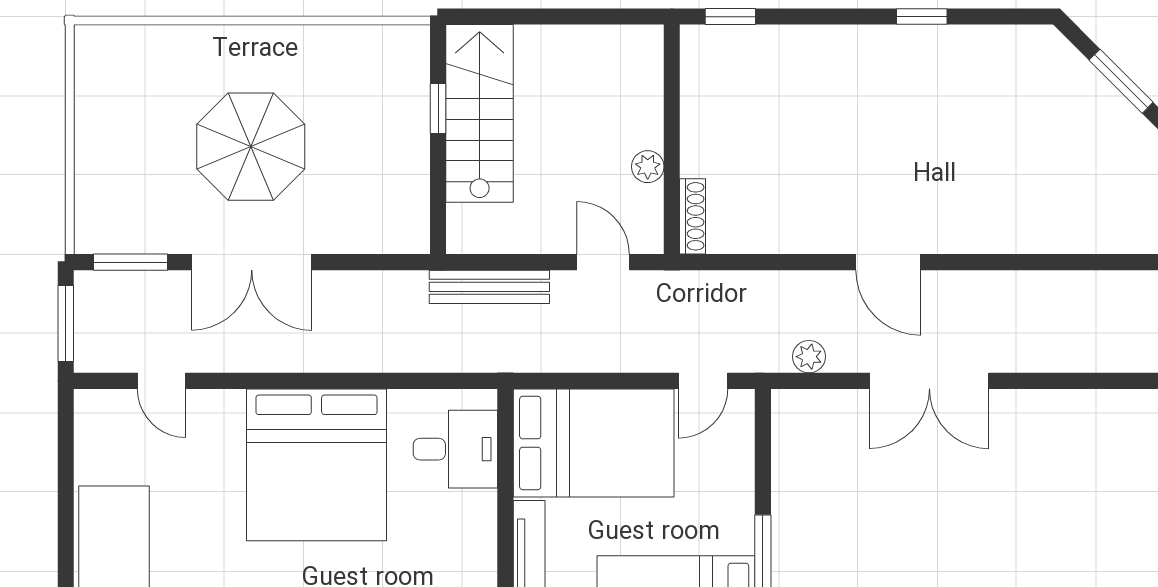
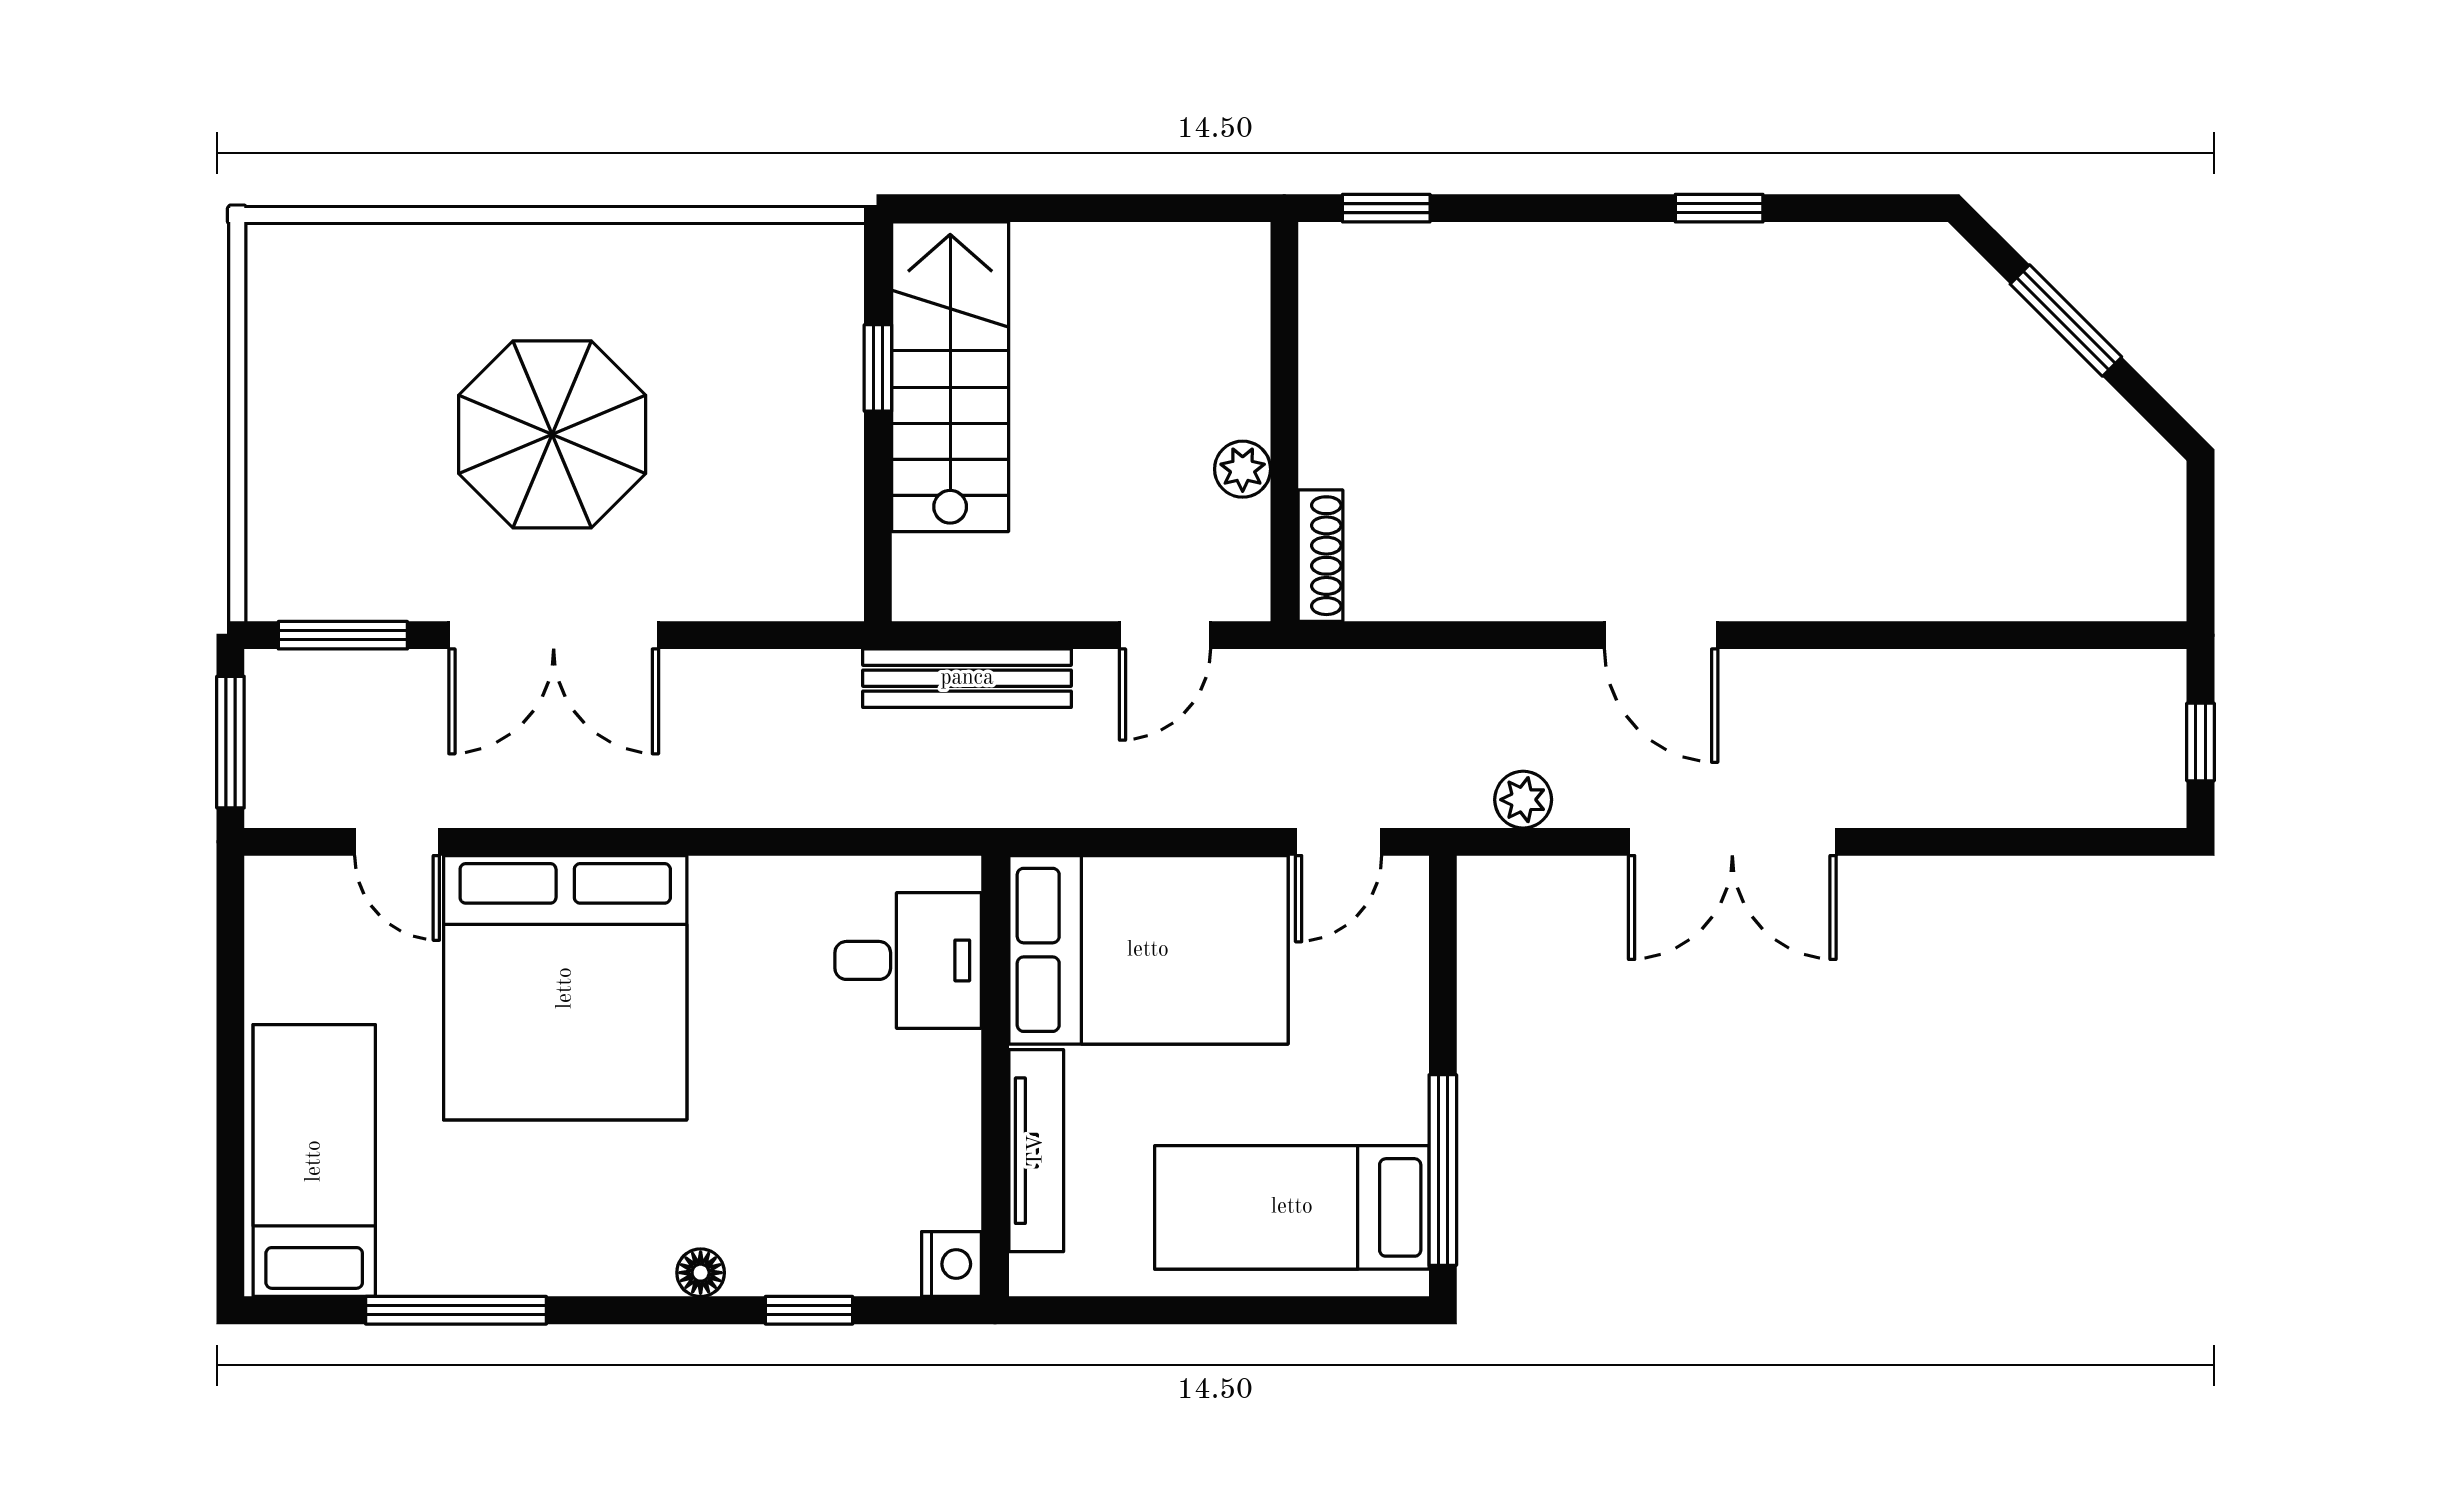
door: (603, 262) -> (1165, 635), swing flipped
bed: (316, 465) -> (565, 988), moved

